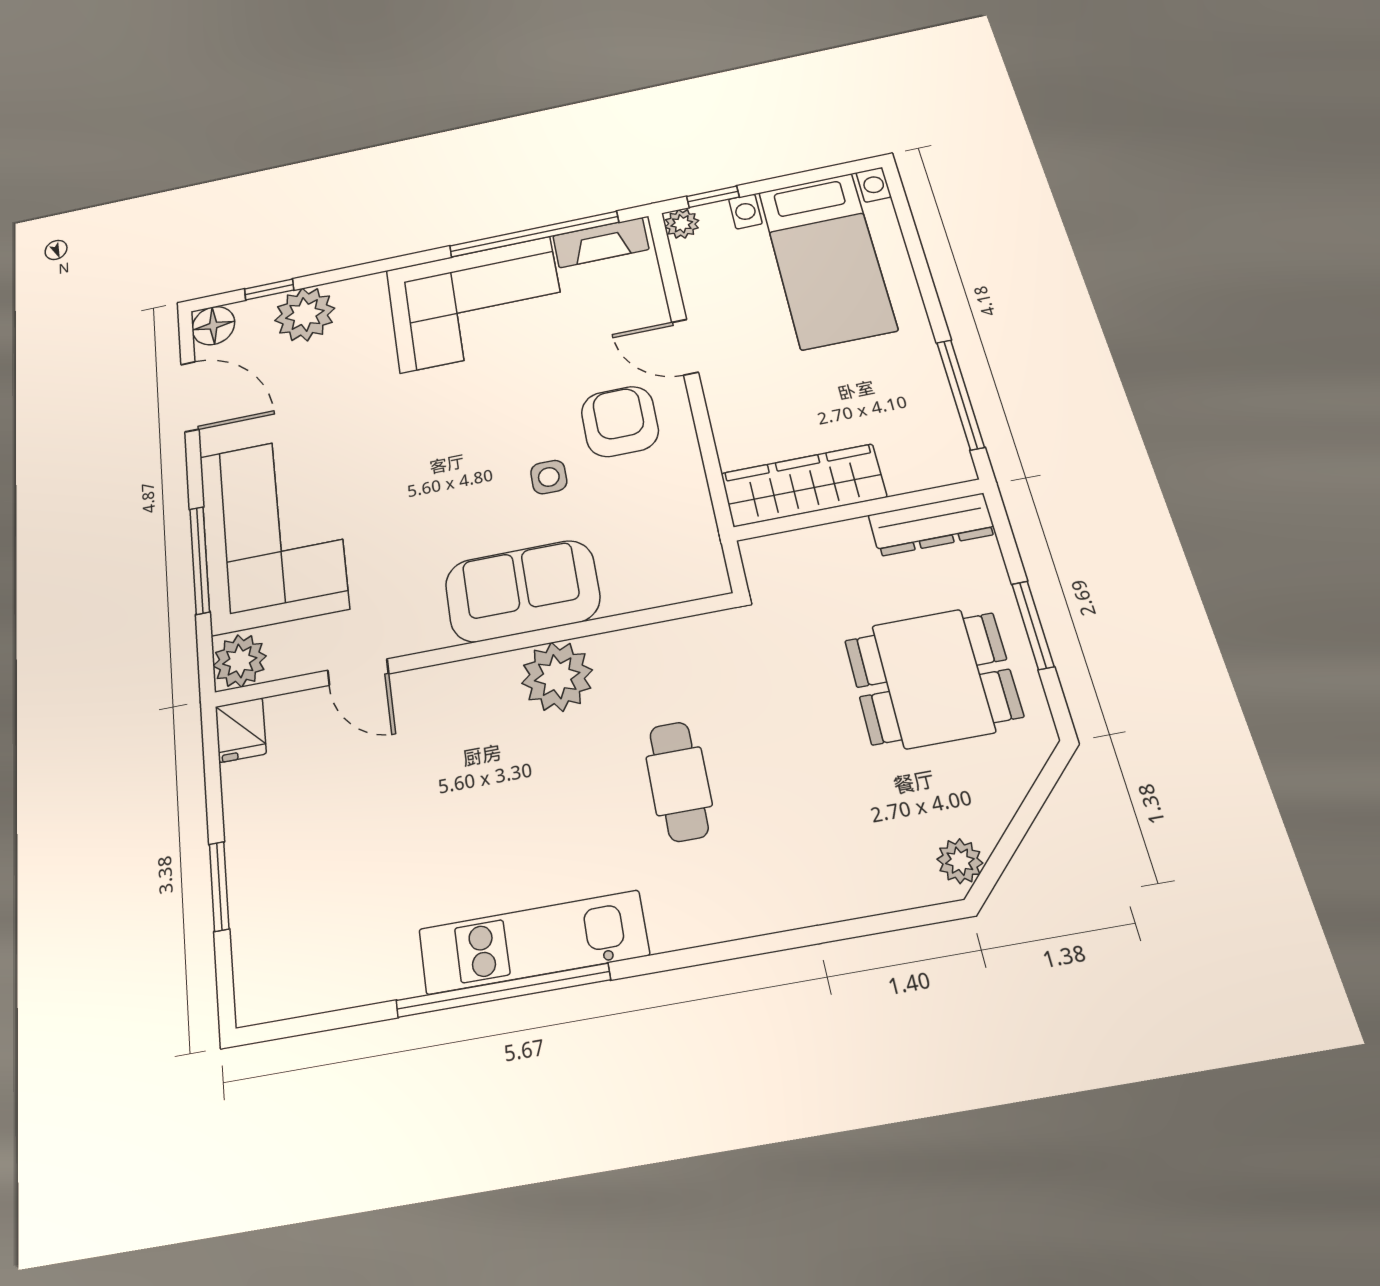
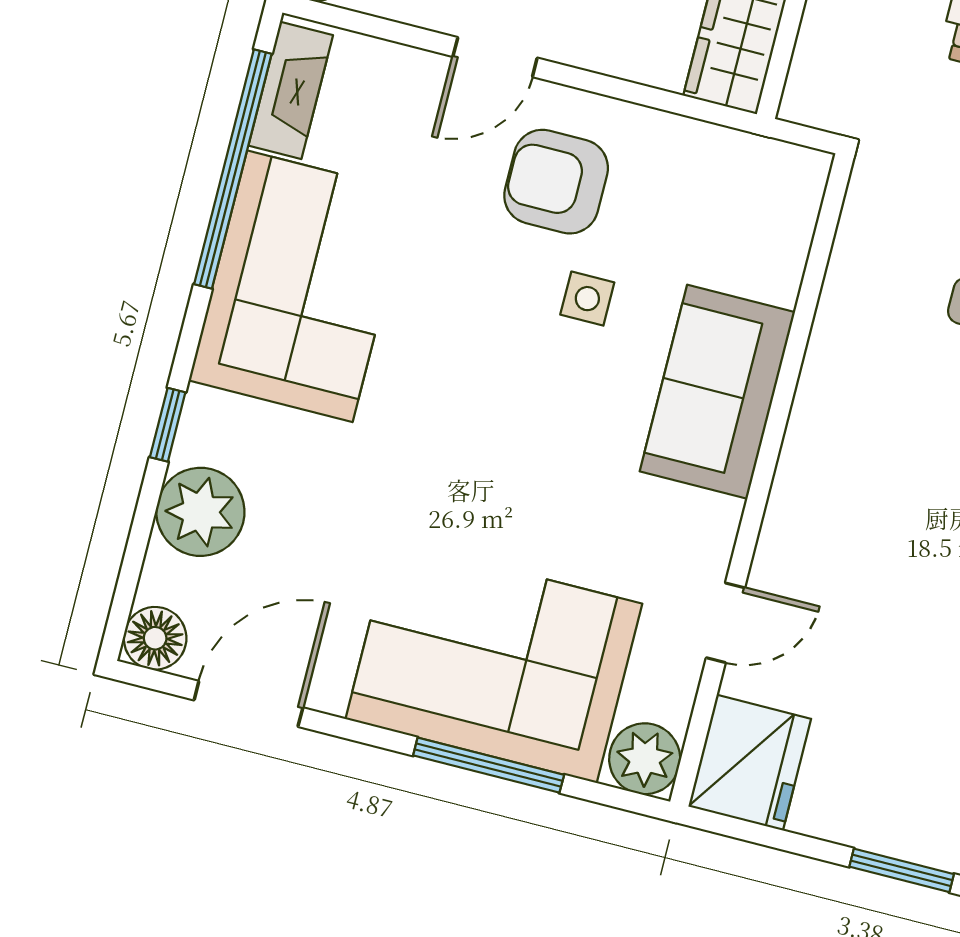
window: (269, 290) -> (168, 425), moved
plant: (557, 677) -> (839, 396), removed
fridge: (241, 730) -> (750, 763), width x1.88, depth x1.34

